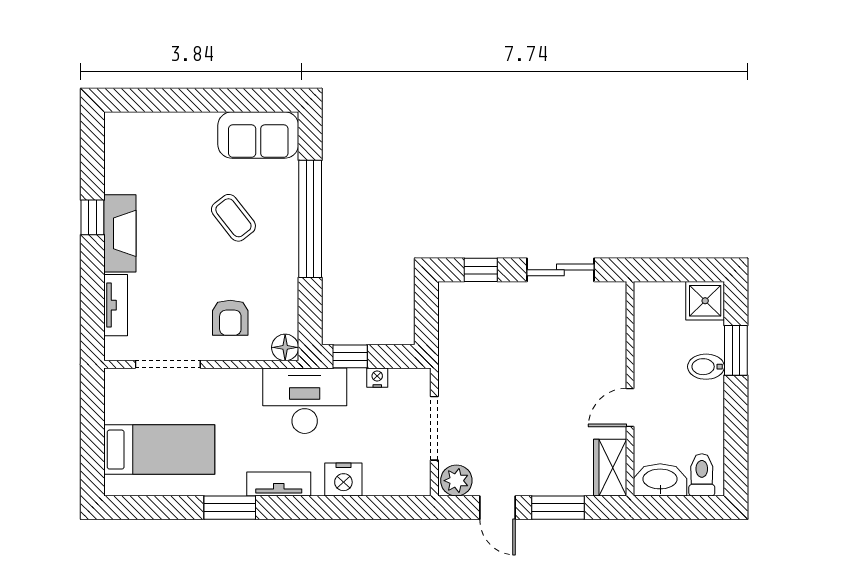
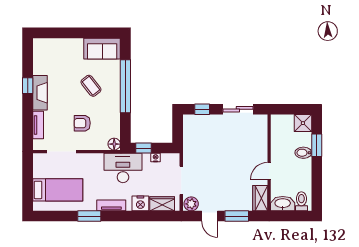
armchair: (230, 318) -> (82, 123), moved, turned 90
wardrobe: (392, 480) -> (162, 204), added

